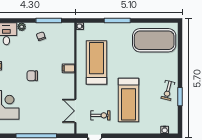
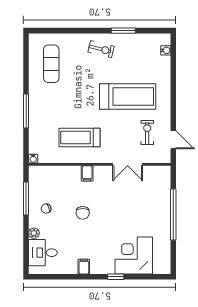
exercise mat: (154, 40) -> (51, 64), width x0.50, depth x0.69
treadmill: (96, 62) -> (80, 137), width x0.73, depth x0.73
chair: (32, 76) -> (83, 213), moved
exercise bike: (168, 90) -> (101, 49), moved
double door: (75, 111) -> (128, 164), moved

